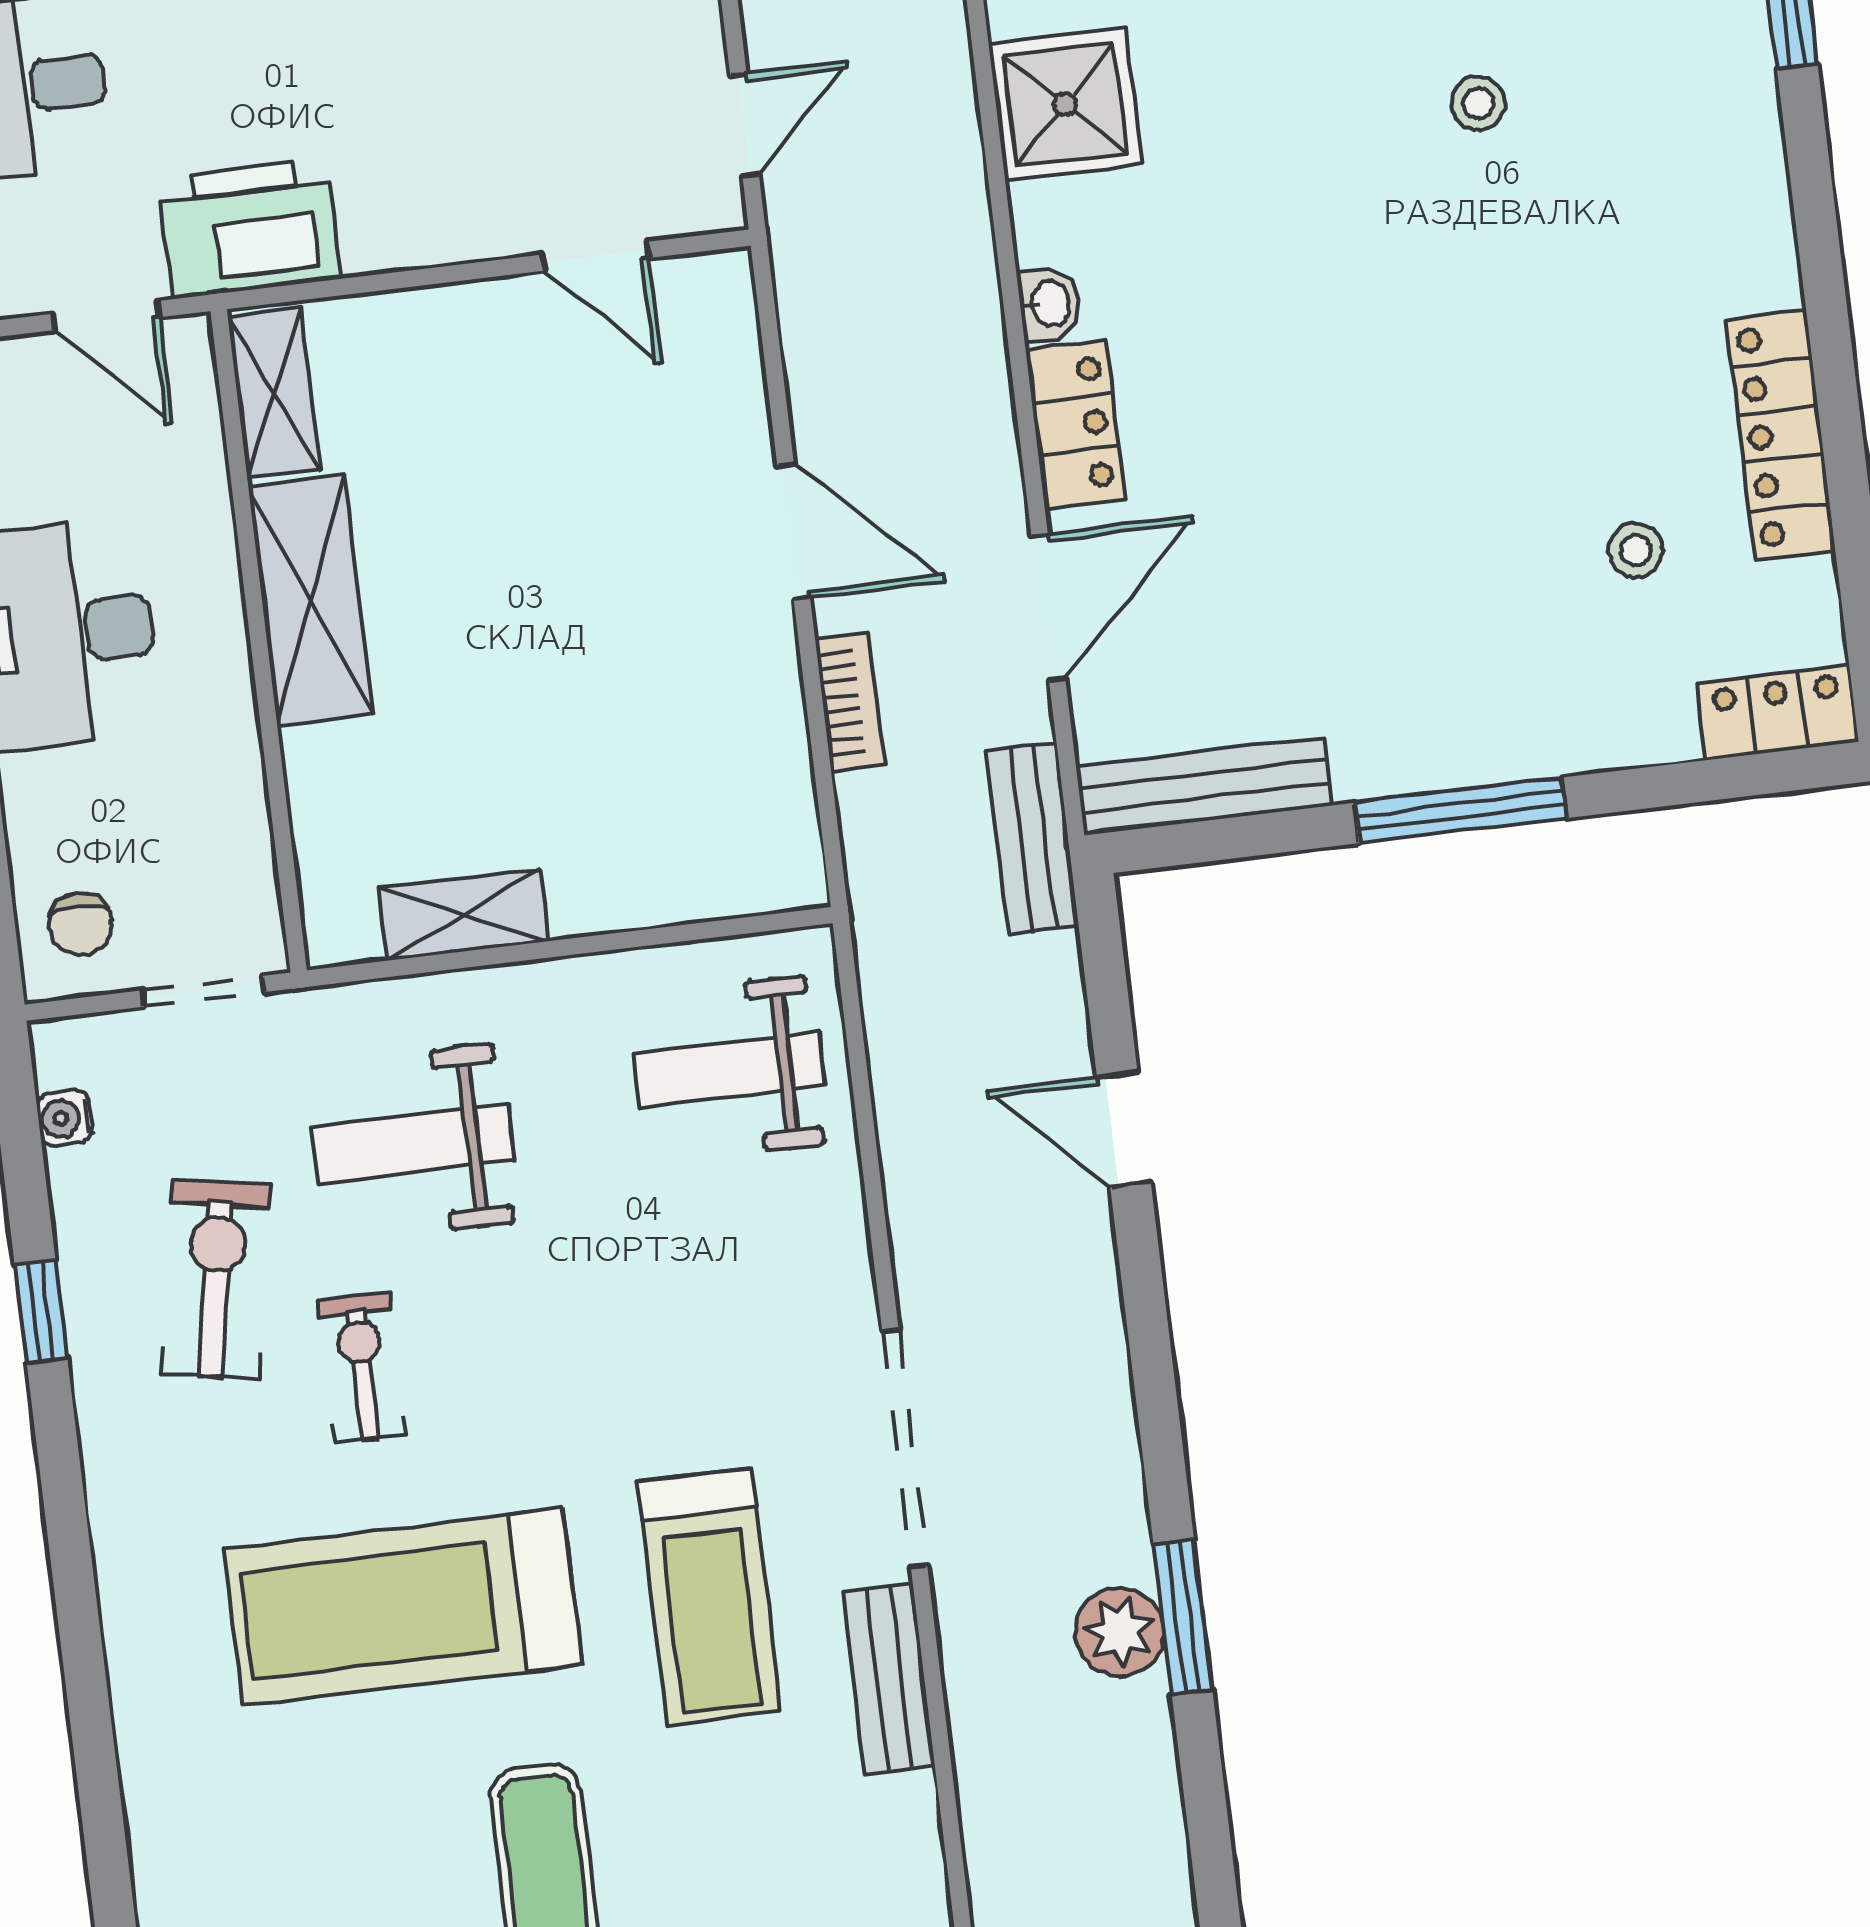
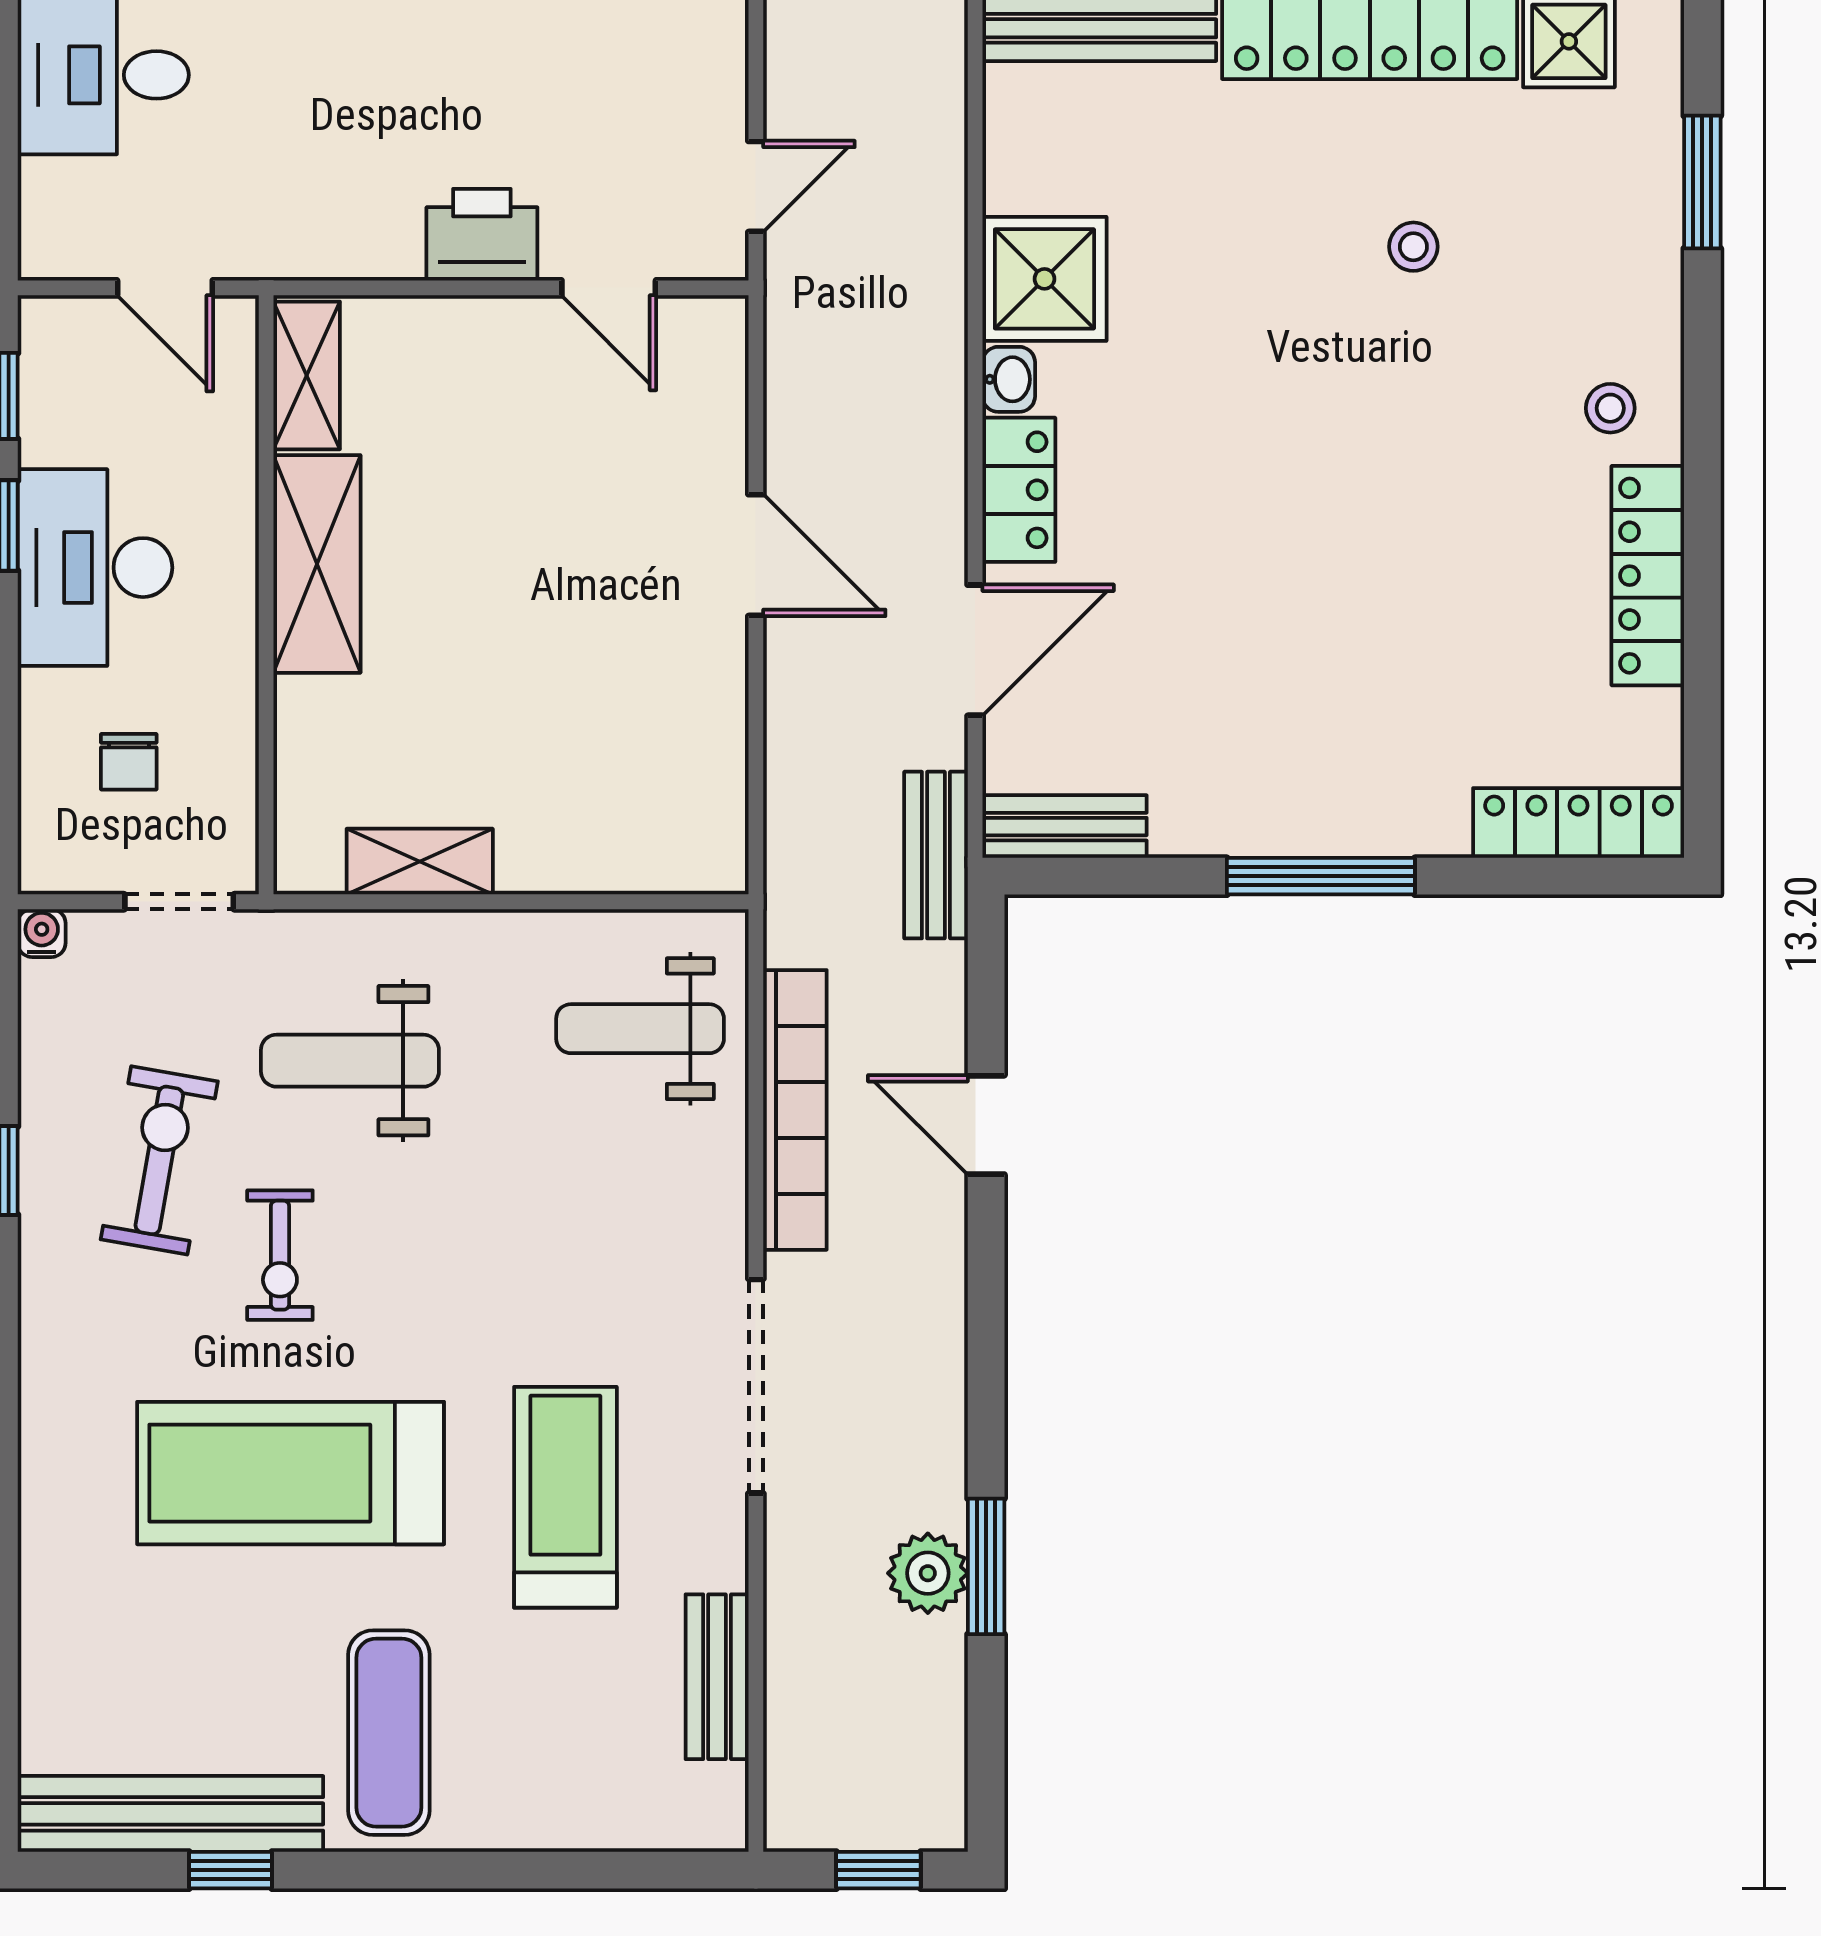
shower: (1065, 104) -> (1044, 279), moved
printer: (250, 229) -> (482, 235), moved, width x0.73, depth x0.84
stool: (1636, 550) -> (1610, 408), moved
bookcase: (850, 702) -> (795, 1110), moved, width x2.31, depth x1.31
locker: (1778, 712) -> (1579, 823), width x1.53
bench: (1204, 786) -> (1065, 827), width x0.73
chair: (81, 924) -> (129, 762), moved
water cooler: (65, 1118) -> (42, 933), moved, turned 90
exercise bike: (362, 1368) -> (280, 1255), turned 180
treadmill: (709, 1597) -> (565, 1497), turned 180
bench: (889, 1679) -> (717, 1677), moved

